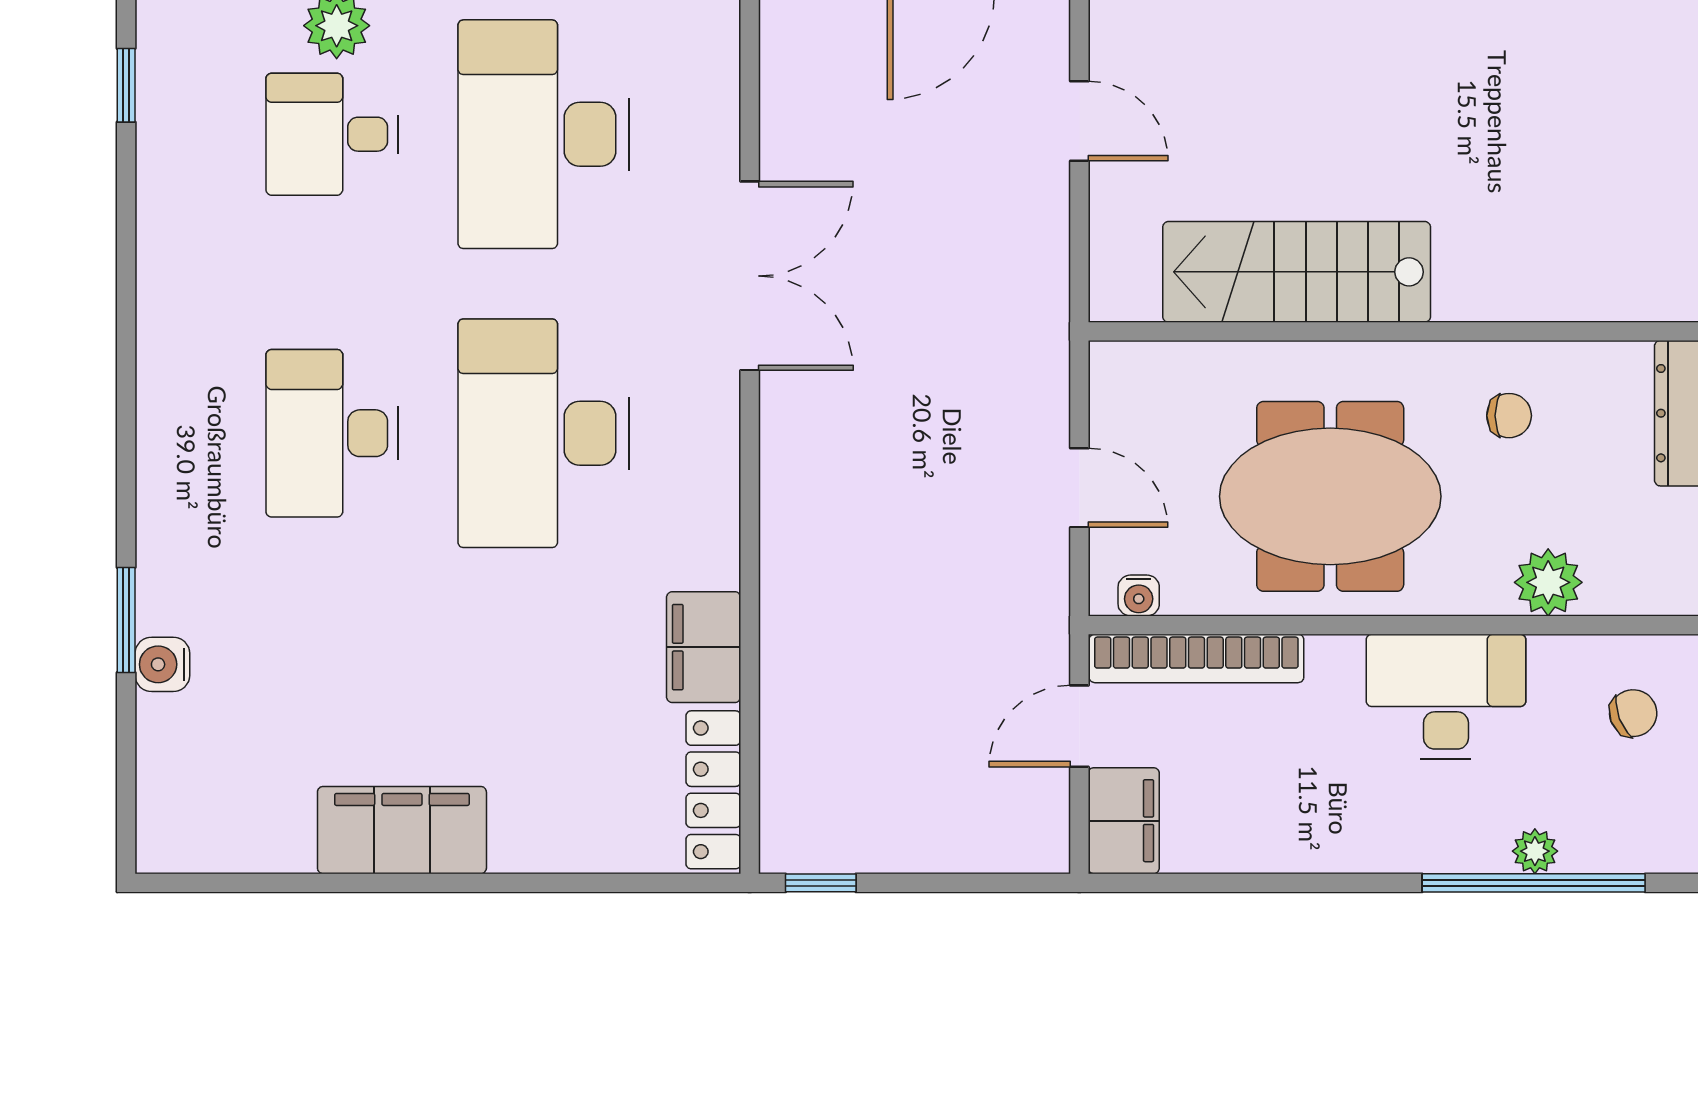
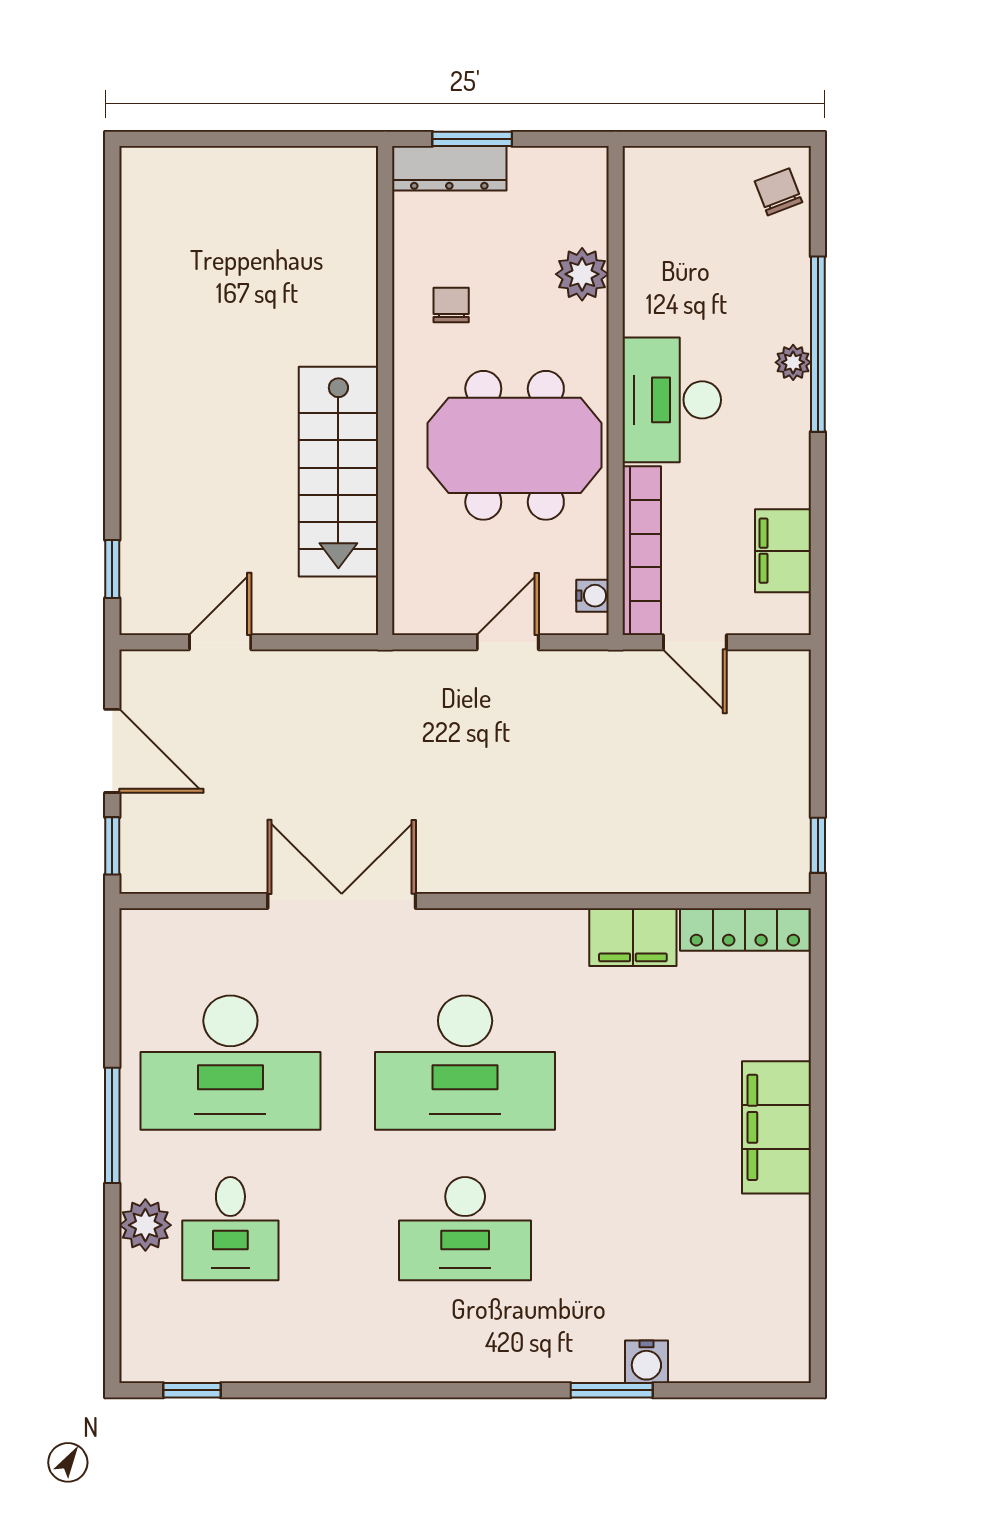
meeting table: (1330, 496) -> (515, 445), turned 90
desk: (1446, 697) -> (672, 400), moved
chair: (1633, 713) -> (779, 192), moved
filing cabinet: (1124, 821) -> (783, 551), moved, turned -90
filing cabinet: (402, 830) -> (776, 1127), moved
plant: (1535, 851) -> (793, 362), moved
window: (1534, 883) -> (818, 344), moved

